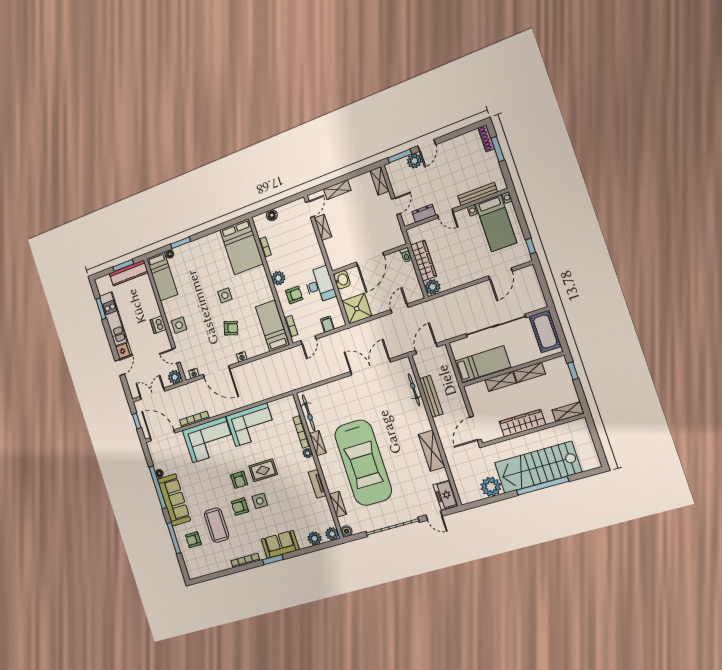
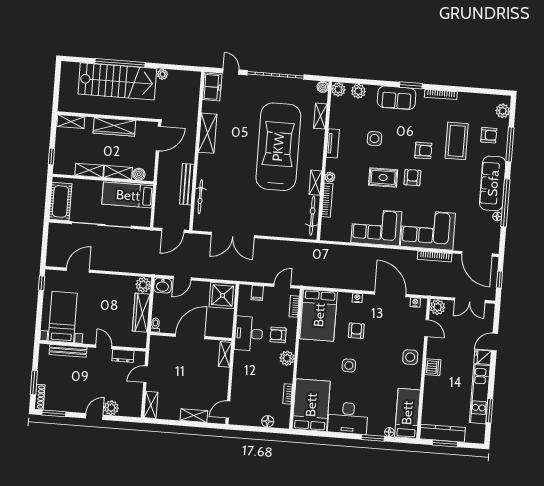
window: (400, 156) -> (54, 413), moved
shelving: (323, 227) -> (225, 354), moved
desk: (207, 250) -> (348, 418), added
washbasin: (342, 280) -> (163, 286), moved, turned -90
bed: (272, 326) -> (319, 315), width x1.50
armchair: (231, 328) -> (356, 331), turned 73
boiler: (480, 388) -> (139, 174), added
plant: (491, 487) -> (163, 74), width x0.53, depth x0.53
side table: (260, 501) -> (375, 139), moved
plant: (191, 565) -> (503, 111), added

